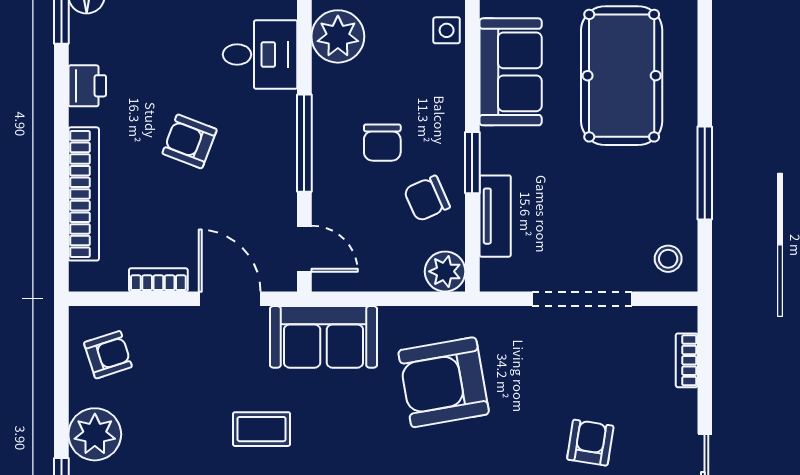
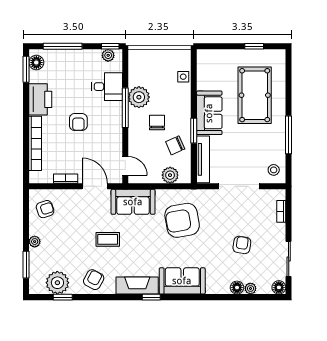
plant: (338, 36) -> (139, 97), moved
sofa: (511, 72) -> (209, 113), moved
printer: (87, 86) -> (40, 99), width x1.87, depth x1.48
armchair: (190, 141) -> (78, 122), turned -111
window: (304, 143) -> (125, 108), moved
chair: (382, 143) -> (157, 122), turned 180
tv unit: (495, 216) -> (203, 159), width x1.41
plant: (445, 271) -> (170, 175), moved
plant: (95, 434) -> (35, 242), width x0.53, depth x0.53

